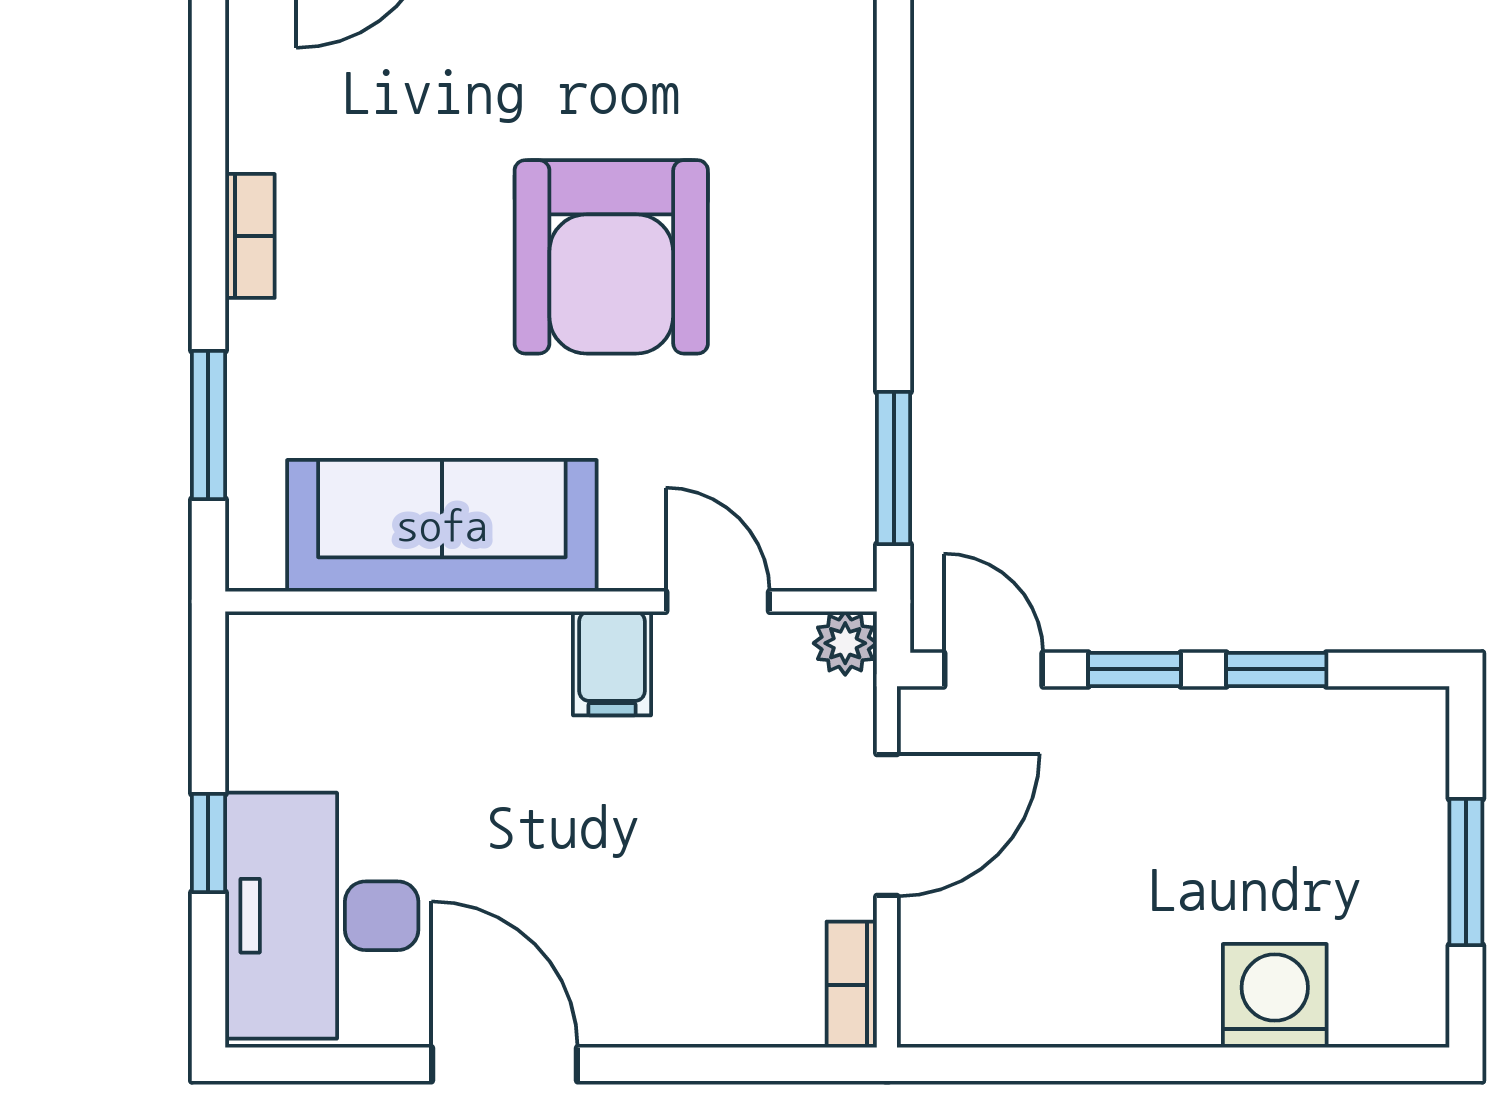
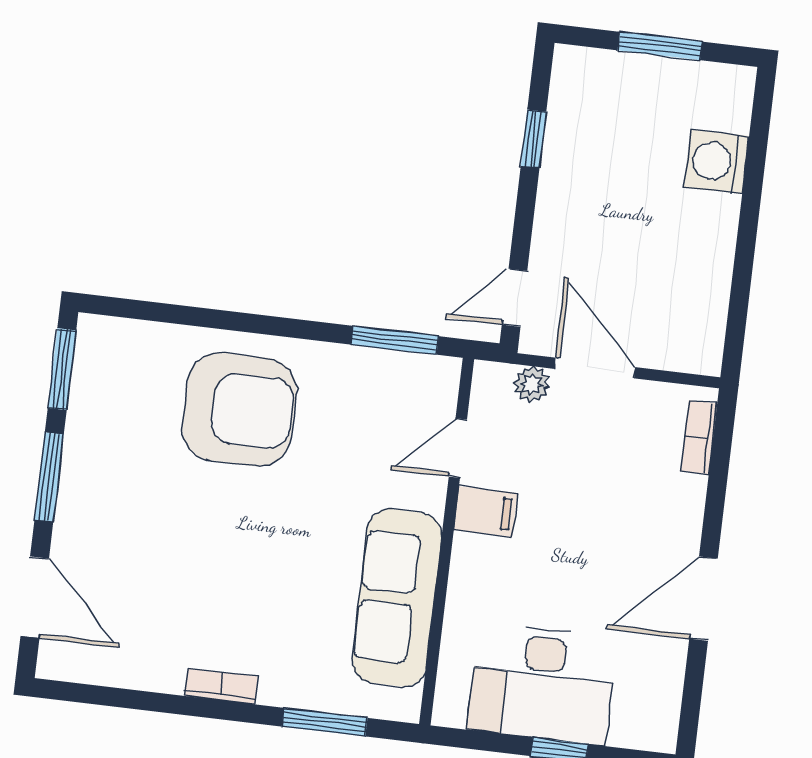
armchair: (611, 257) -> (239, 409), moved
plant: (845, 643) -> (532, 384), moved
window: (1134, 669) -> (524, 219), removed
desk: (322, 916) -> (542, 684), moved
bookcase: (852, 985) -> (699, 437), moved, turned 90

